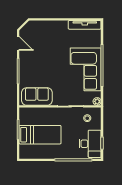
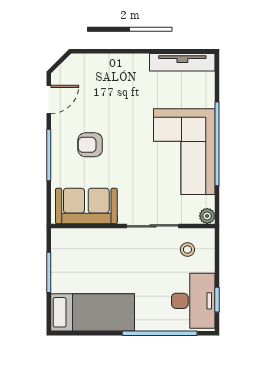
door: (18, 43) -> (49, 99), hinge flipped
armchair: (39, 66) -> (90, 145), added
bed: (40, 135) -> (93, 312), moved

